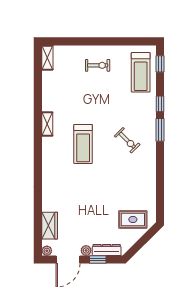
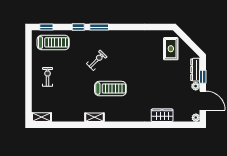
exercise bike: (127, 140) -> (97, 60), moved
wardrobe: (50, 226) -> (162, 115), moved

